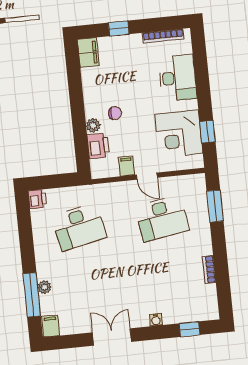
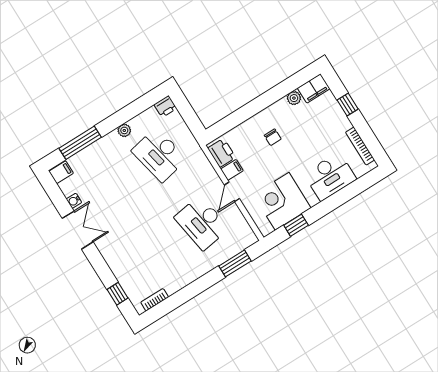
plant: (93, 125) -> (294, 98), moved
printer: (98, 146) -> (222, 153), moved, turned -90
bookcase: (209, 270) -> (155, 300), moved
plant: (45, 287) -> (124, 130), moved
water cooler: (156, 320) -> (74, 201), moved

